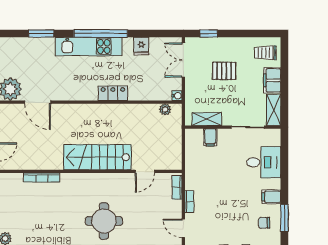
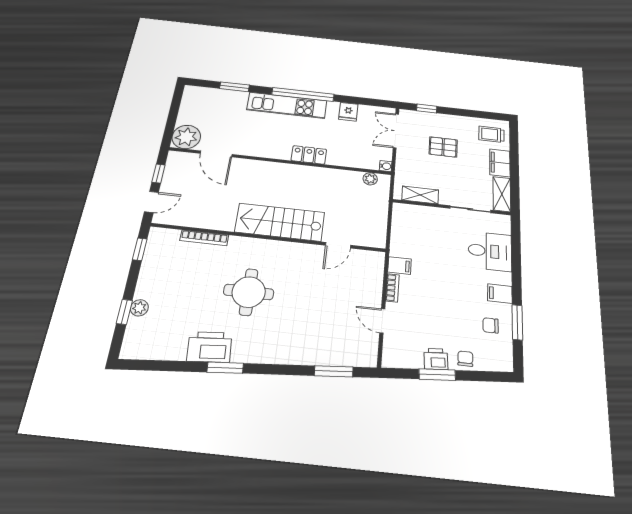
filing cabinet: (210, 137) -> (399, 266), moved, turned -90
bookcase: (177, 187) -> (378, 269), removed
round table: (104, 221) -> (249, 292), moved

